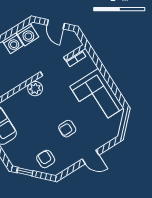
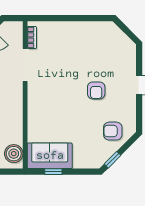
plant: (35, 89) -> (36, 97), removed
corner sofa: (97, 97) -> (84, 41), removed

